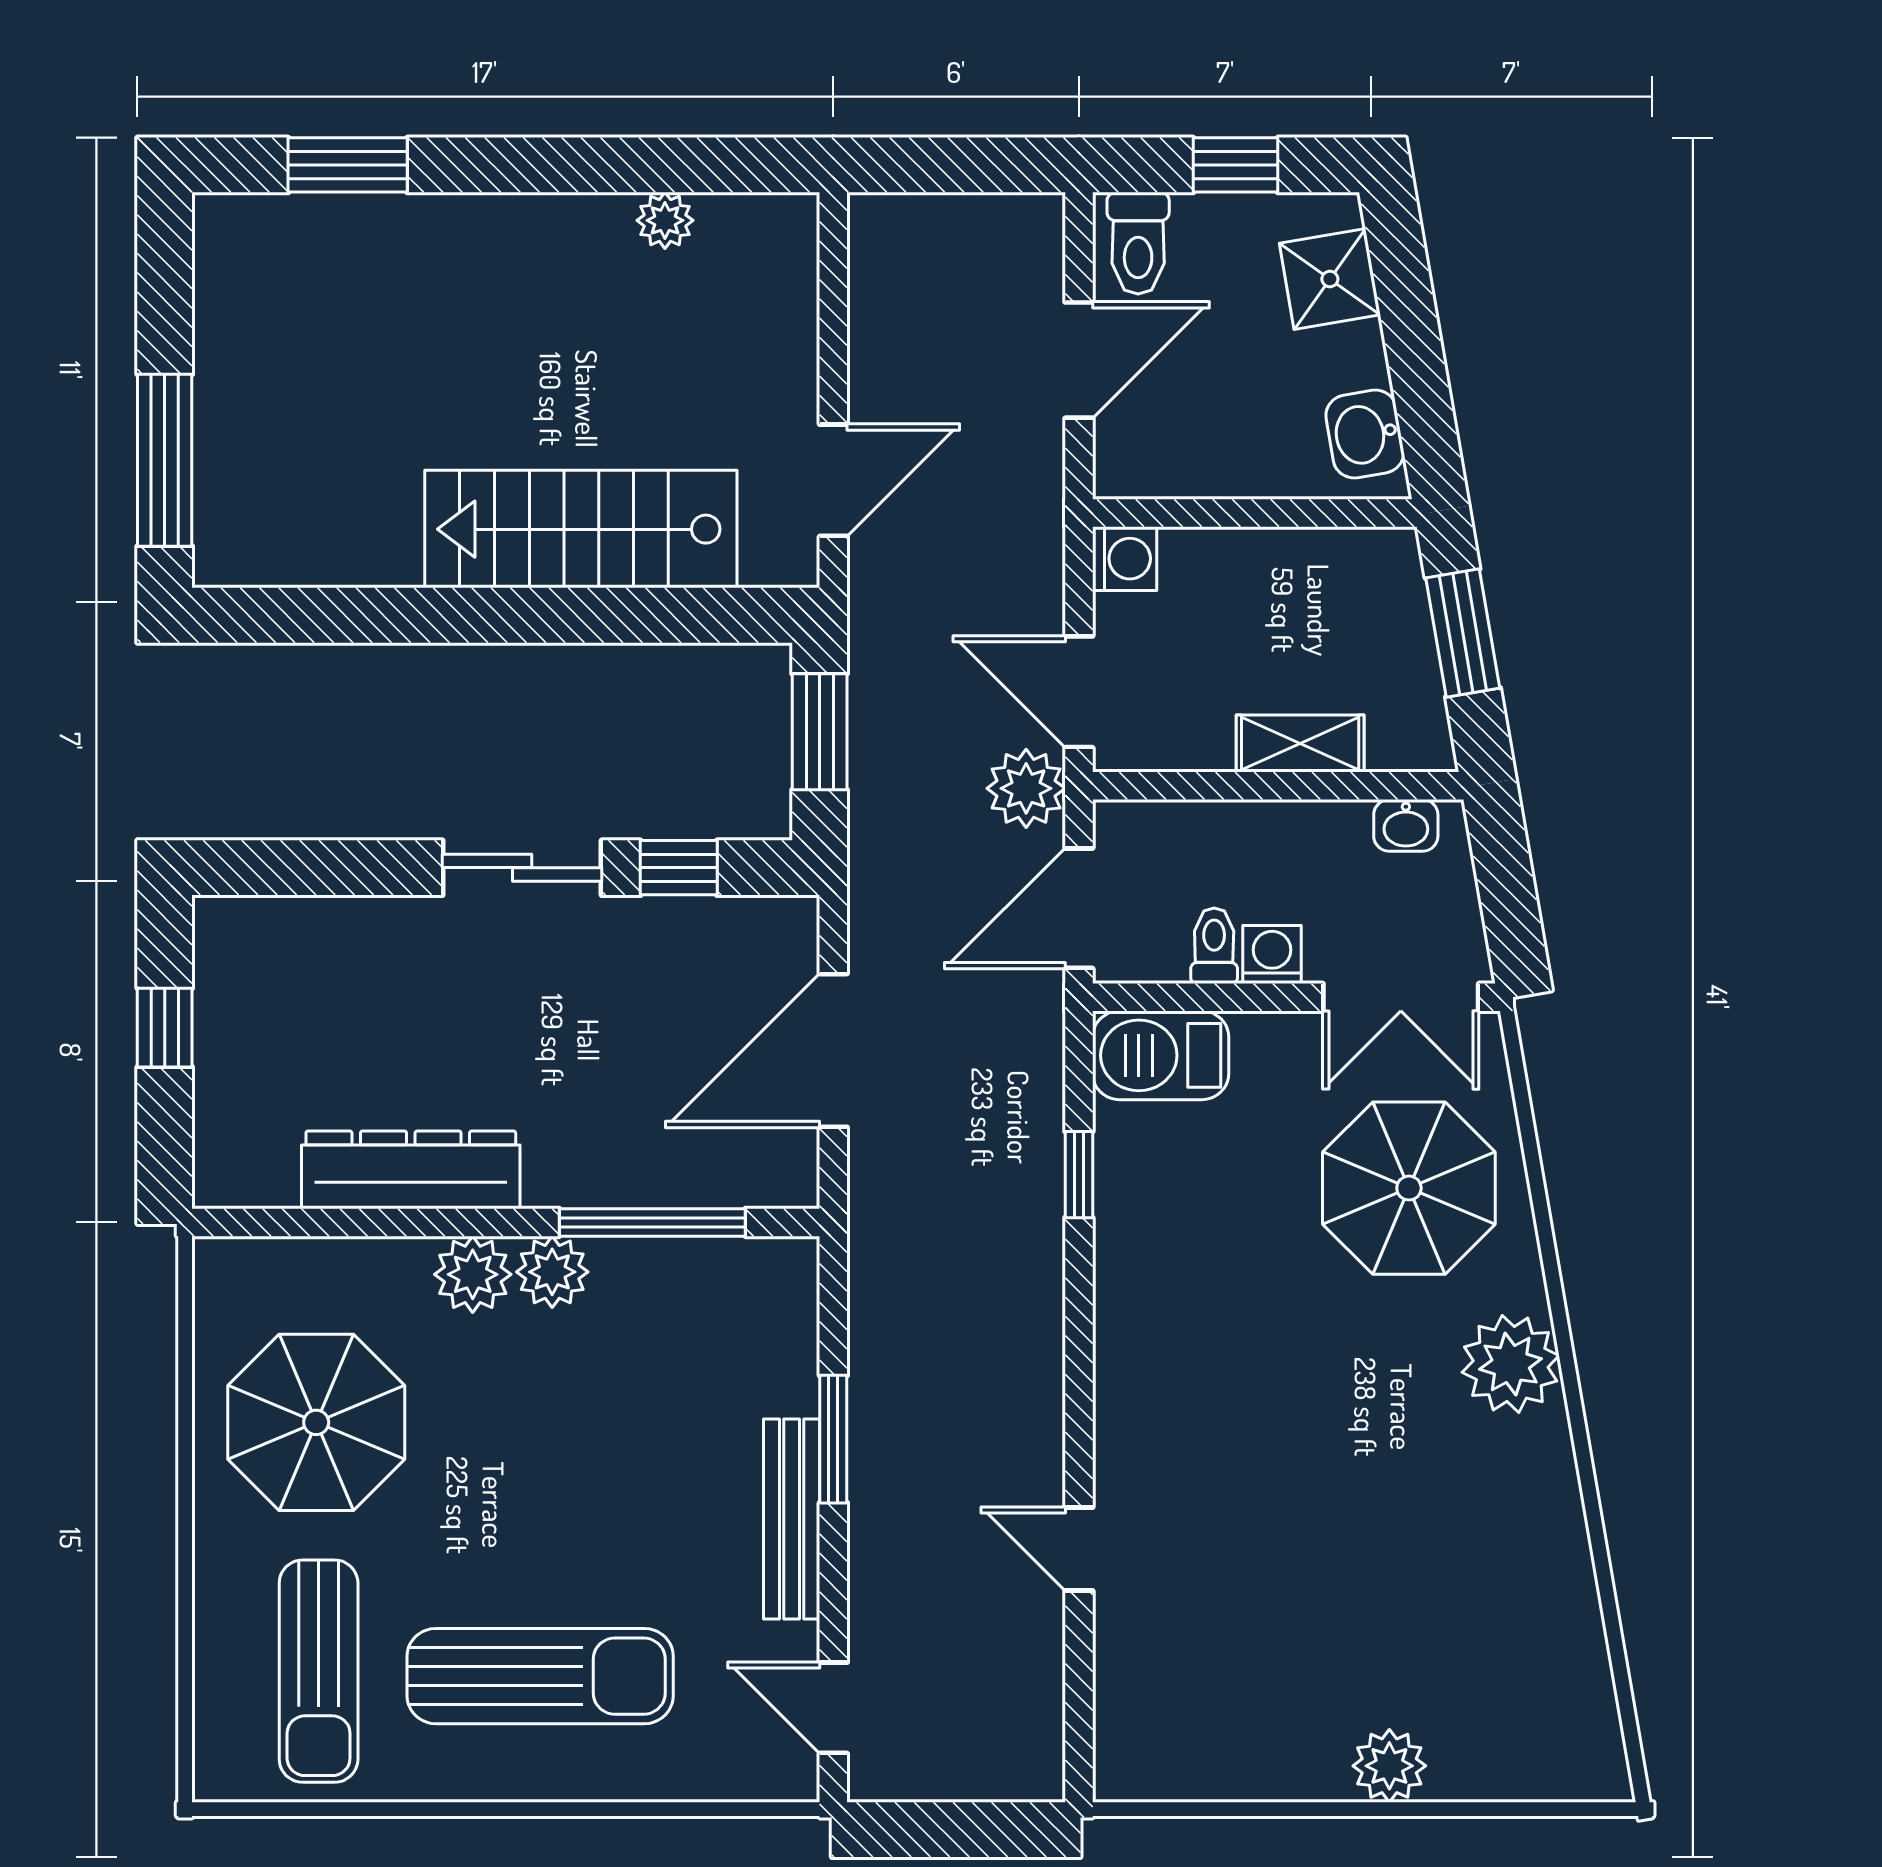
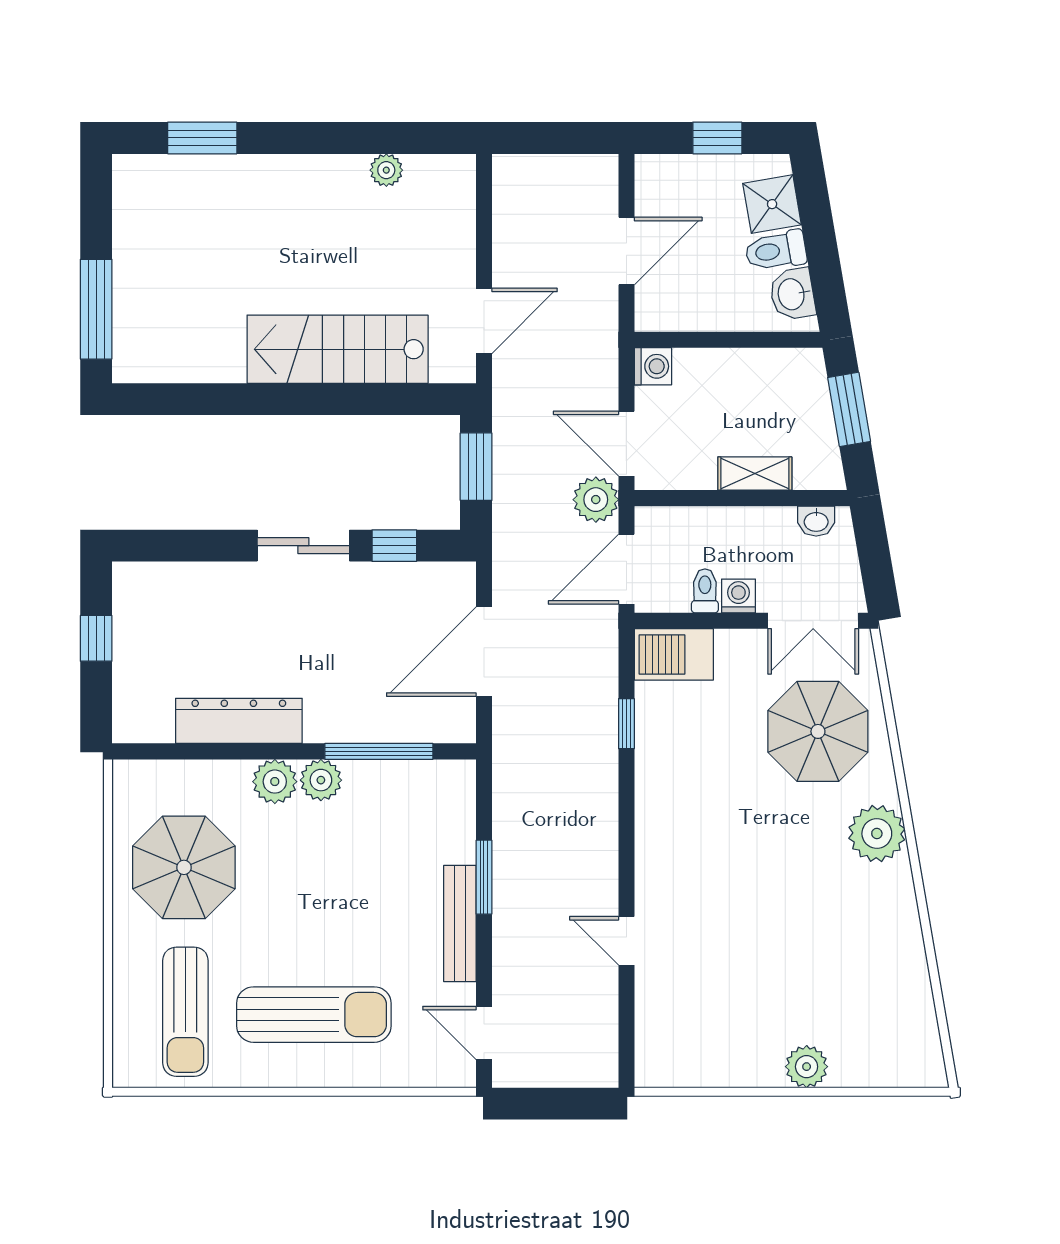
toilet: (1138, 243) -> (776, 251), moved, turned 80

